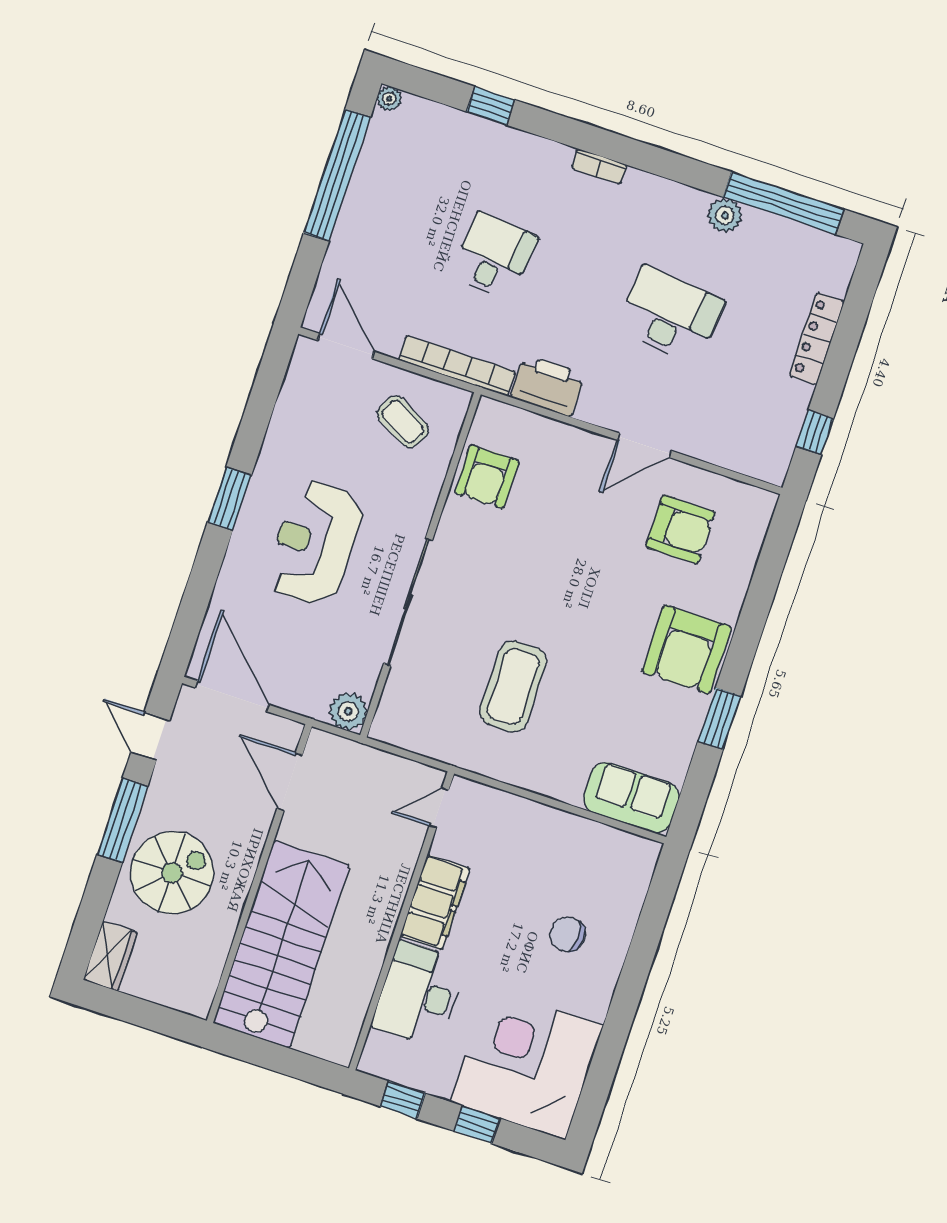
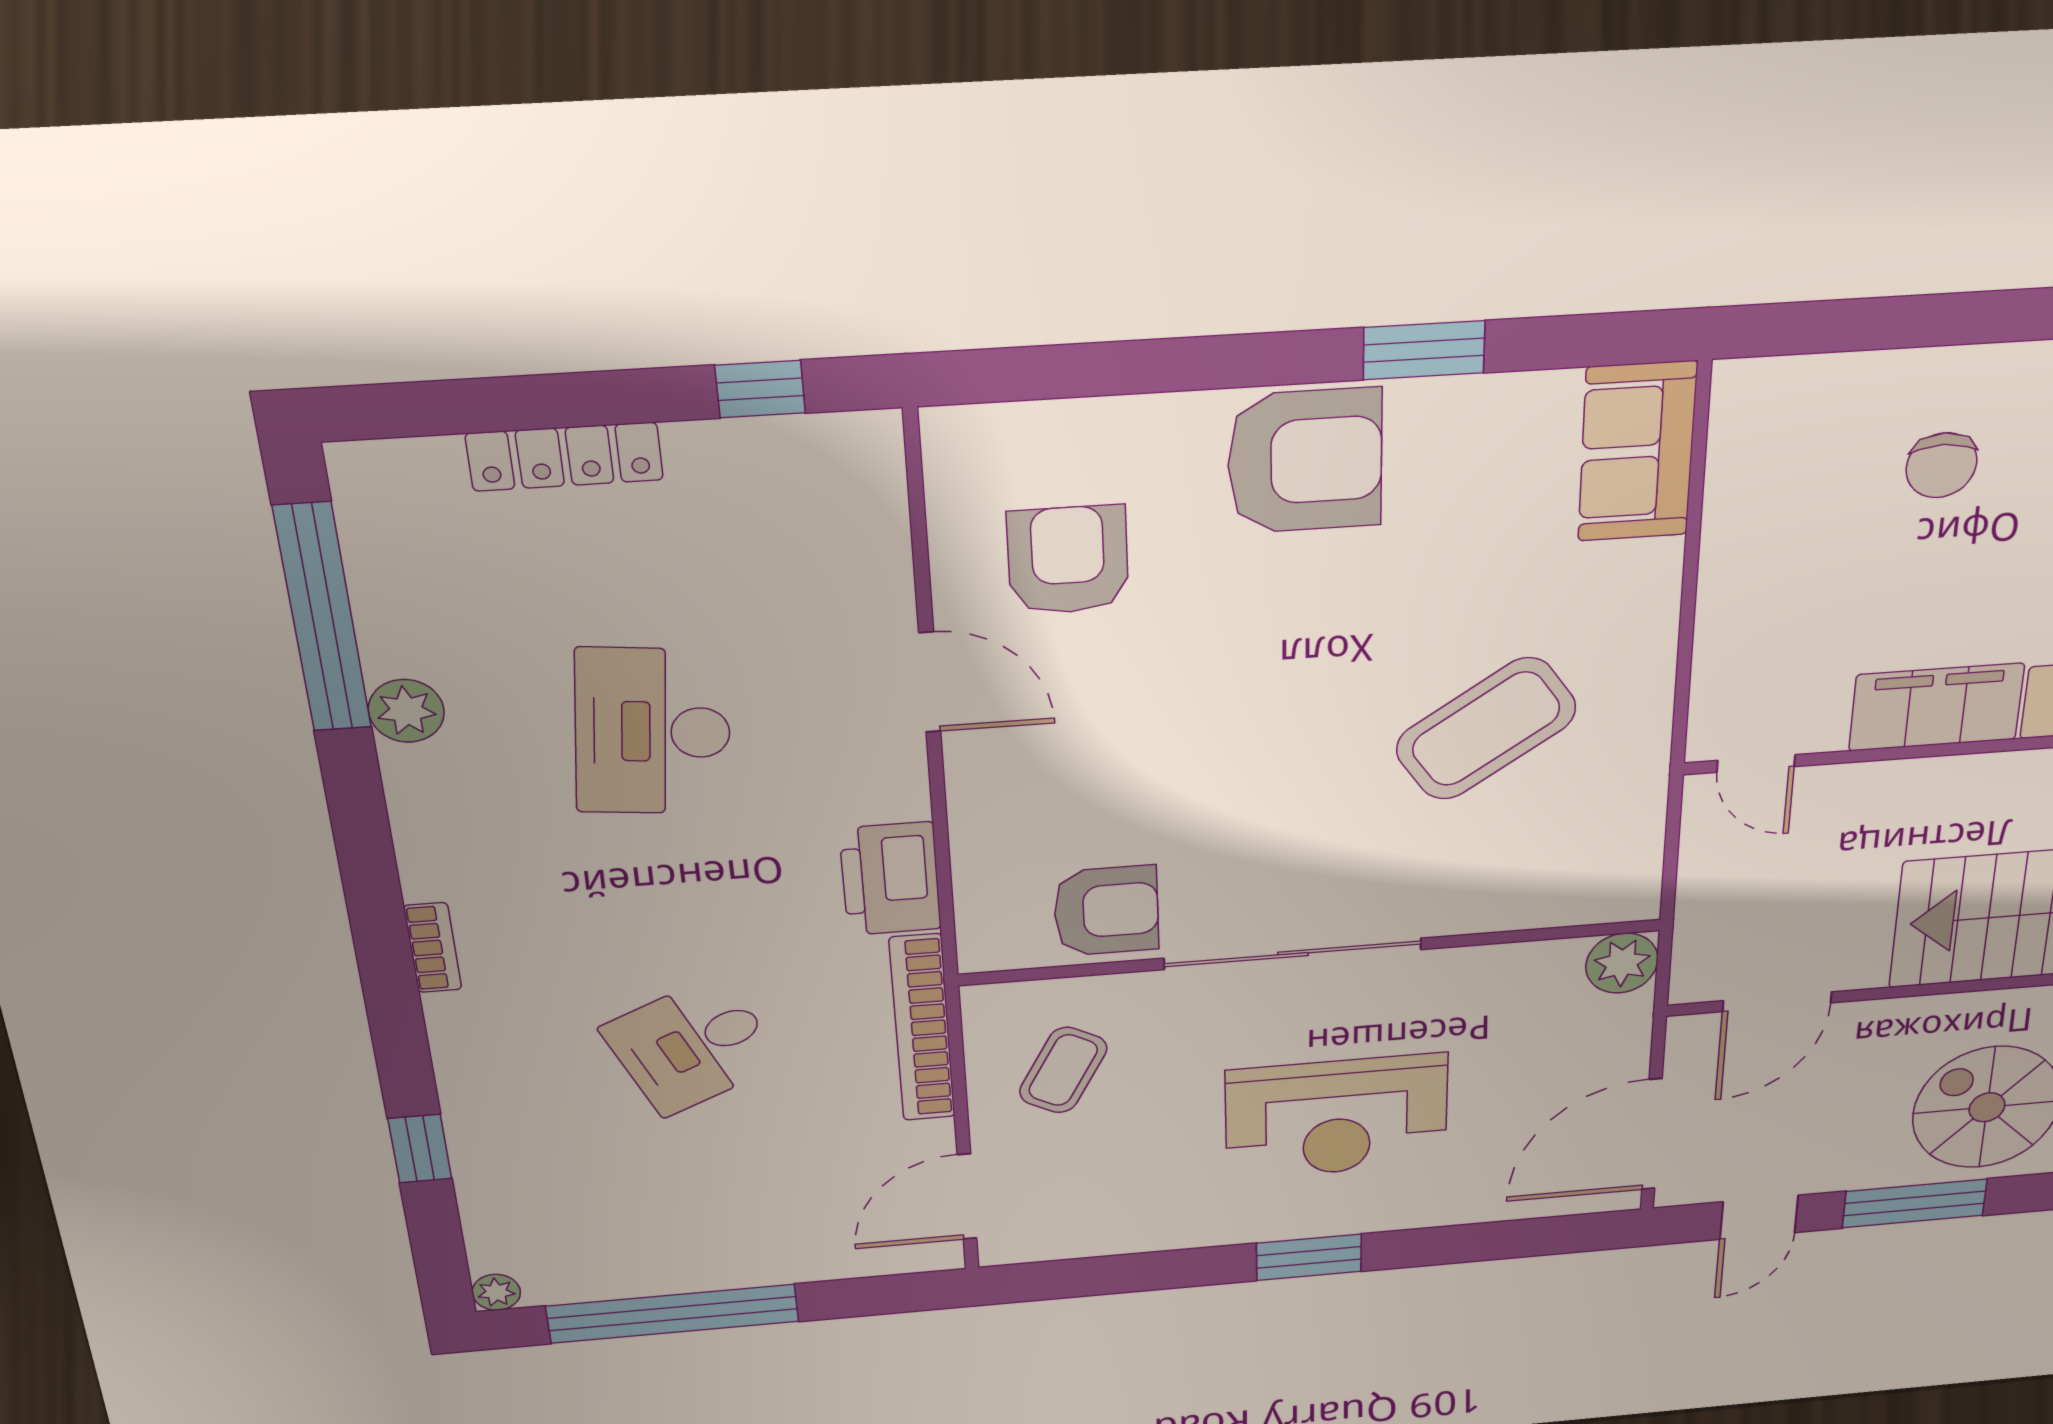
desk: (494, 256) -> (692, 1046), turned -30
sliding door: (408, 602) -> (1293, 954), moved
coffee table: (513, 686) -> (1486, 729), turned -34

